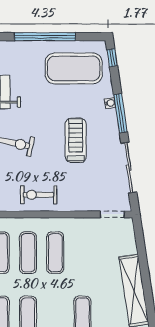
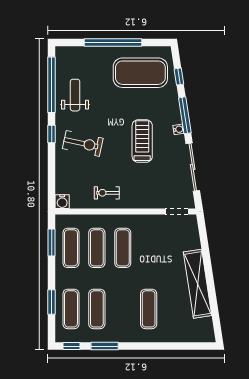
window: (112, 58) -> (179, 77), moved
water cooler: (110, 103) -> (178, 129), moved
exercise bike: (38, 195) -> (107, 193), width x0.73, depth x0.72

